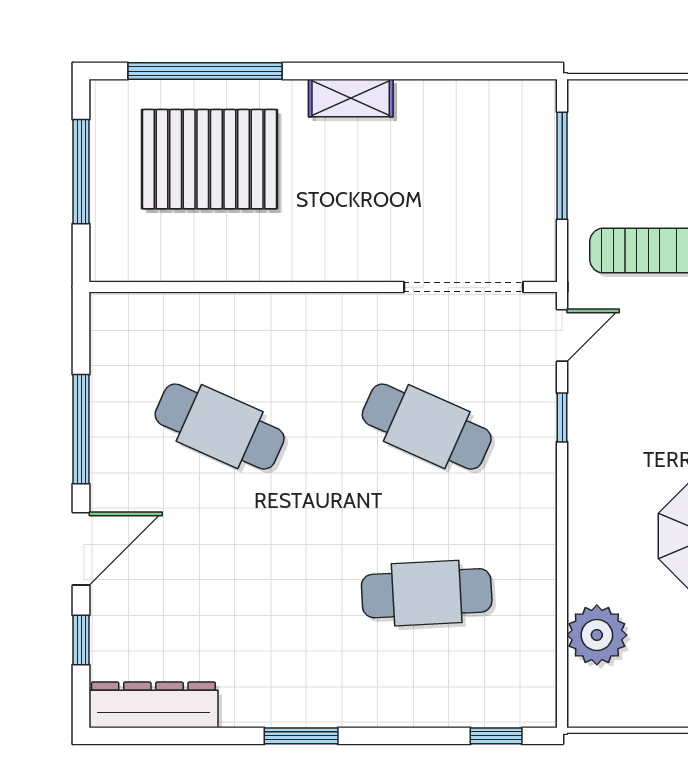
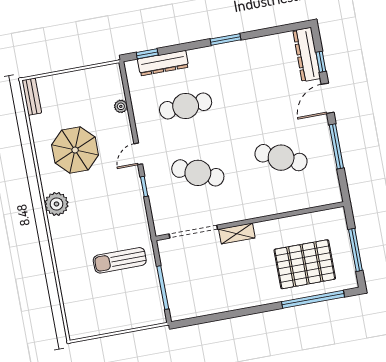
shelving: (351, 98) -> (237, 234), moved
door: (562, 335) -> (138, 154), moved
plant: (597, 635) -> (121, 106), width x0.53, depth x0.53
dresser: (153, 705) -> (307, 55), moved, turned 90
dresser: (462, 706) -> (163, 63), added

